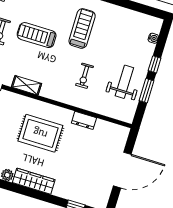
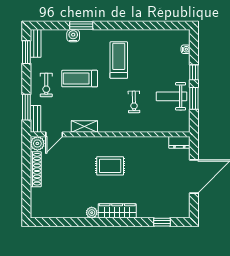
weight bench: (124, 82) -> (171, 96), turned -90
dresser: (84, 120) -> (179, 142), moved
rug: (40, 133) -> (110, 166), width x0.73, depth x0.70

